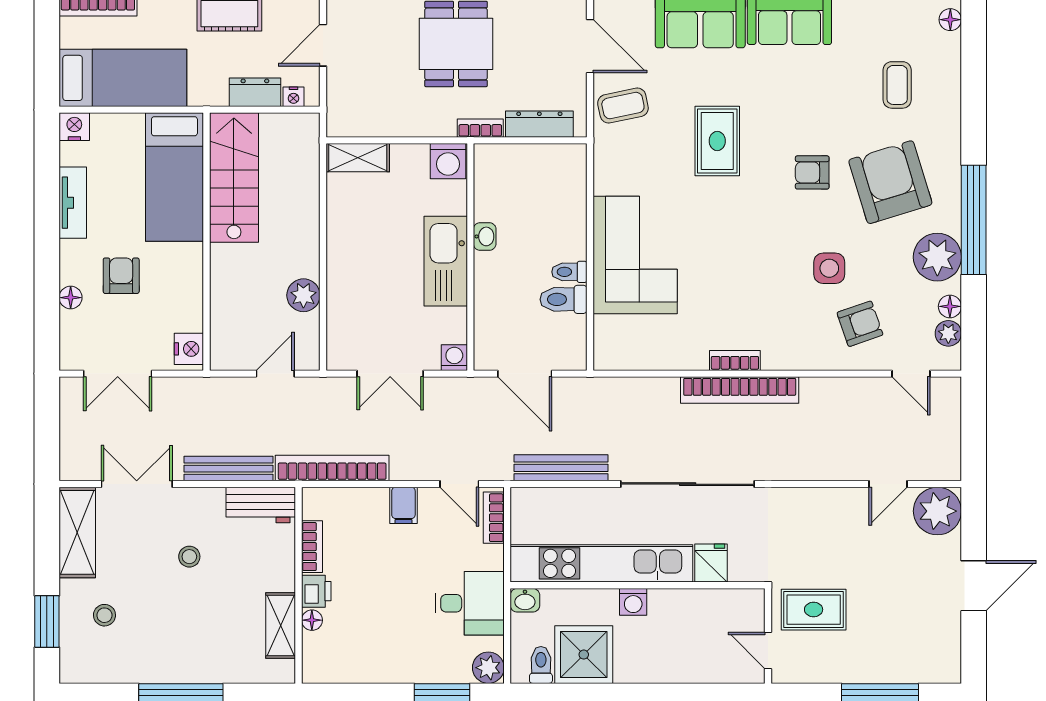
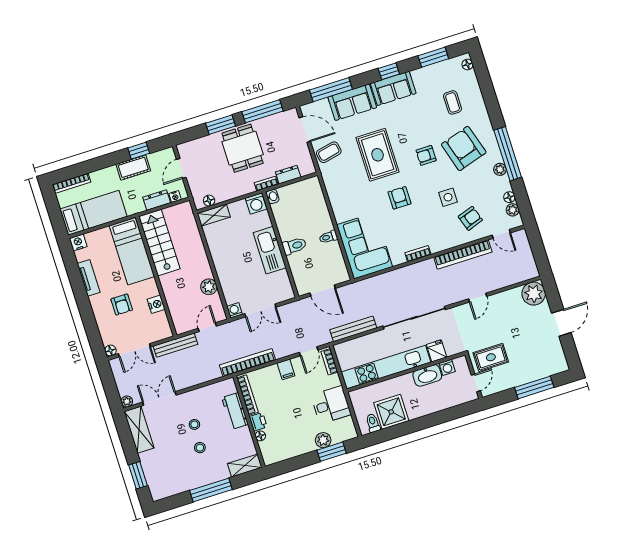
dresser: (539, 124) -> (288, 175), width x0.70
floor lamp: (358, 126) -> (209, 201), added
rug: (717, 141) -> (378, 155), width x1.36, depth x1.43
washbasin: (485, 236) -> (272, 196), moved
armchair: (733, 239) -> (399, 198), added
corner sofa: (635, 255) -> (365, 246), moved
plant: (937, 257) -> (500, 169), width x0.53, depth x0.53
armchair: (121, 276) -> (122, 305), turned 180
floor lamp: (71, 298) -> (111, 350), moved
toilet: (564, 299) -> (294, 246), moved, turned 180
nightstand: (189, 349) -> (156, 304), moved
washing machine: (454, 358) -> (234, 310), moved
bookcase: (740, 390) -> (463, 254), moved
plant: (71, 469) -> (127, 401), added
bench: (229, 469) -> (175, 345), moved
door: (459, 484) -> (309, 351), hinge flipped
door: (888, 484) -> (478, 298), moved
workbench: (261, 505) -> (235, 411), moved, turned 90
bookcase: (312, 547) -> (247, 395), width x1.56
washbasin: (525, 600) -> (427, 375), moved, width x1.91, depth x1.45
washing machine: (633, 602) -> (447, 367), moved
stool: (104, 615) -> (200, 448), moved
shelving: (281, 625) -> (245, 466), moved, turned 90
door: (768, 650) -> (476, 383), swing flipped
plant: (488, 668) -> (323, 440), moved

